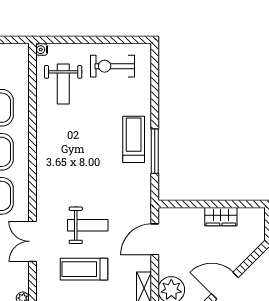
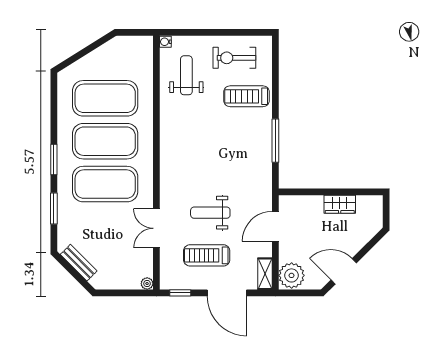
weight bench: (63, 84) -> (186, 75), turned 180
treadmill: (134, 139) -> (247, 96), moved, turned -90
weight bench: (88, 225) -> (210, 213), turned 180

